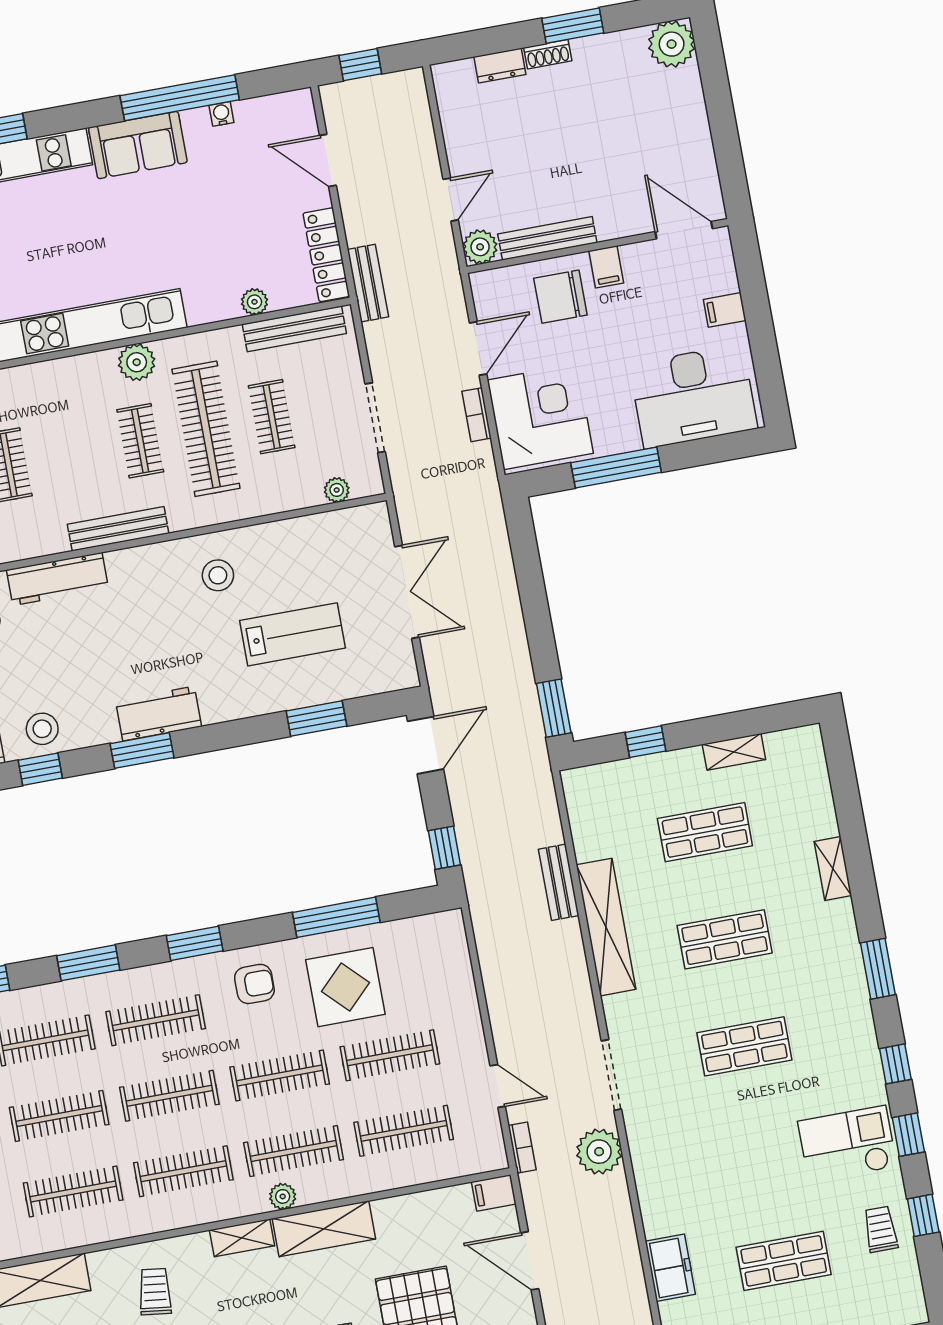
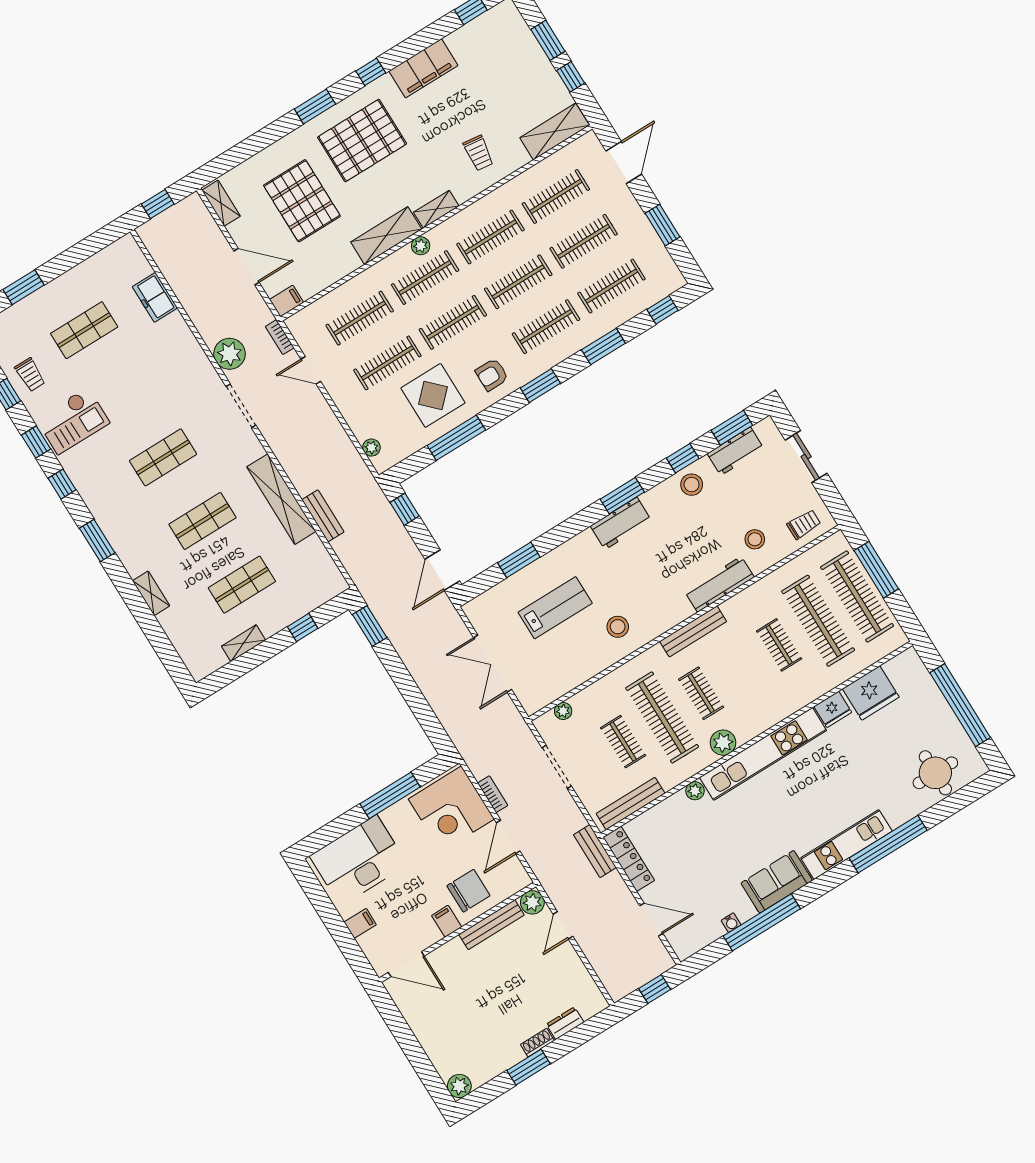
plant: (672, 44) -> (459, 1086), width x0.73, depth x0.73
plant: (254, 302) -> (695, 791), moved
lab bench: (293, 634) -> (555, 608), turned 180
plant: (457, 949) -> (371, 448), added

